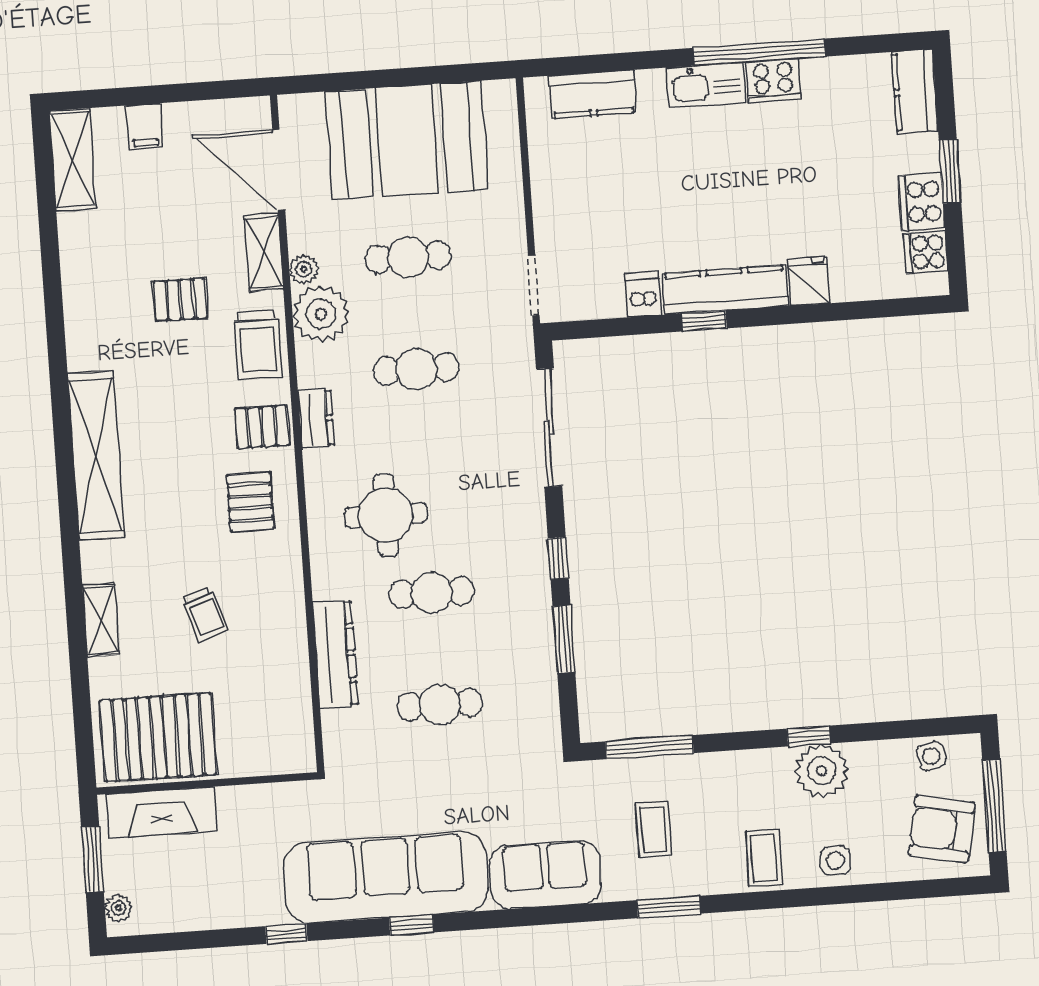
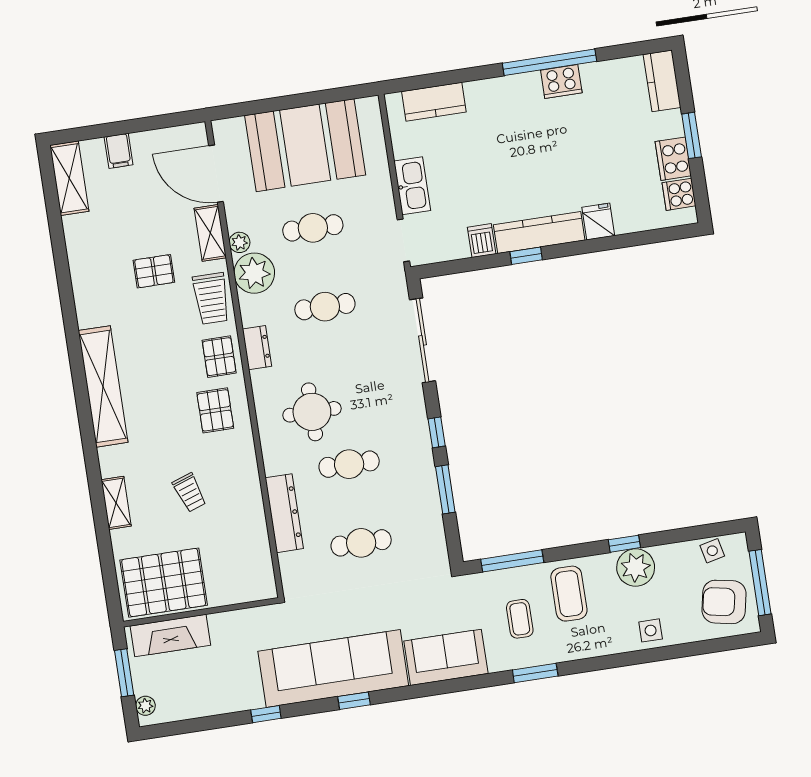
kitchen sink: (706, 85) -> (412, 186), moved, turned -90
pallet: (262, 427) -> (219, 357), turned 90
coffee table: (764, 858) -> (569, 594), moved, width x1.36, depth x1.30

